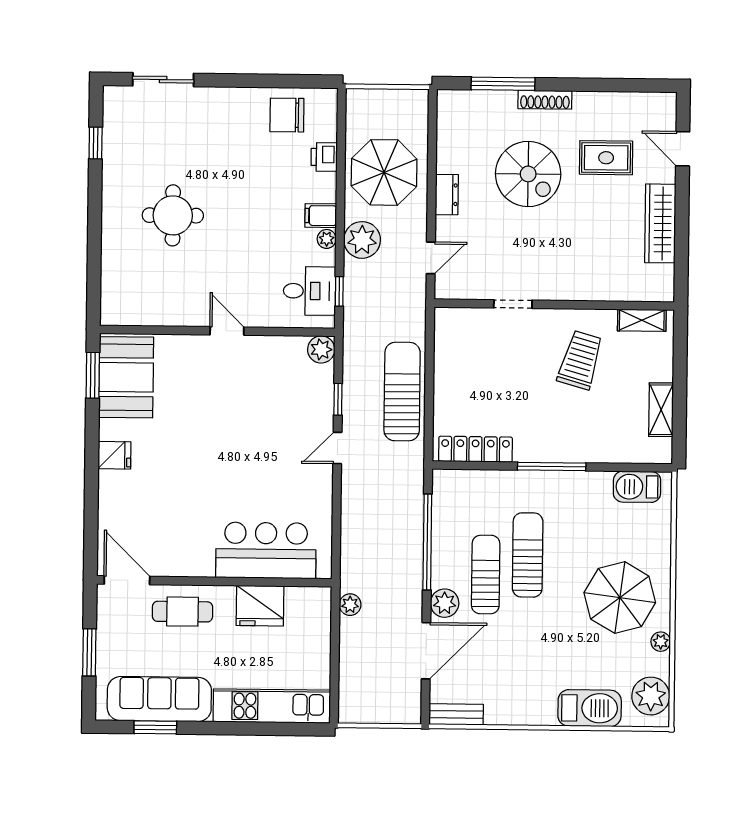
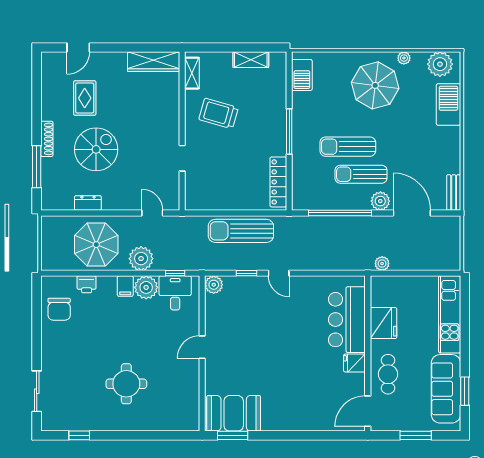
dresser: (447, 195) -> (88, 203), moved
wardrobe: (660, 223) -> (154, 62), moved
plant: (327, 239) -> (146, 287), width x1.87, depth x1.87
fridge: (114, 455) -> (354, 363), moved, turned -90

